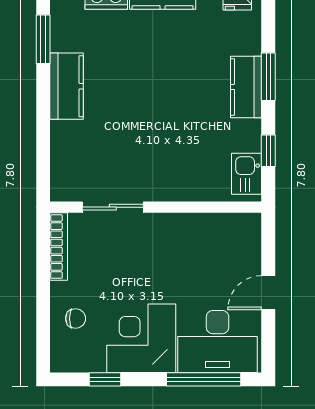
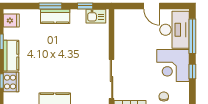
sliding door: (113, 207) -> (112, 79), width x1.37
window: (105, 379) -> (192, 72), moved

